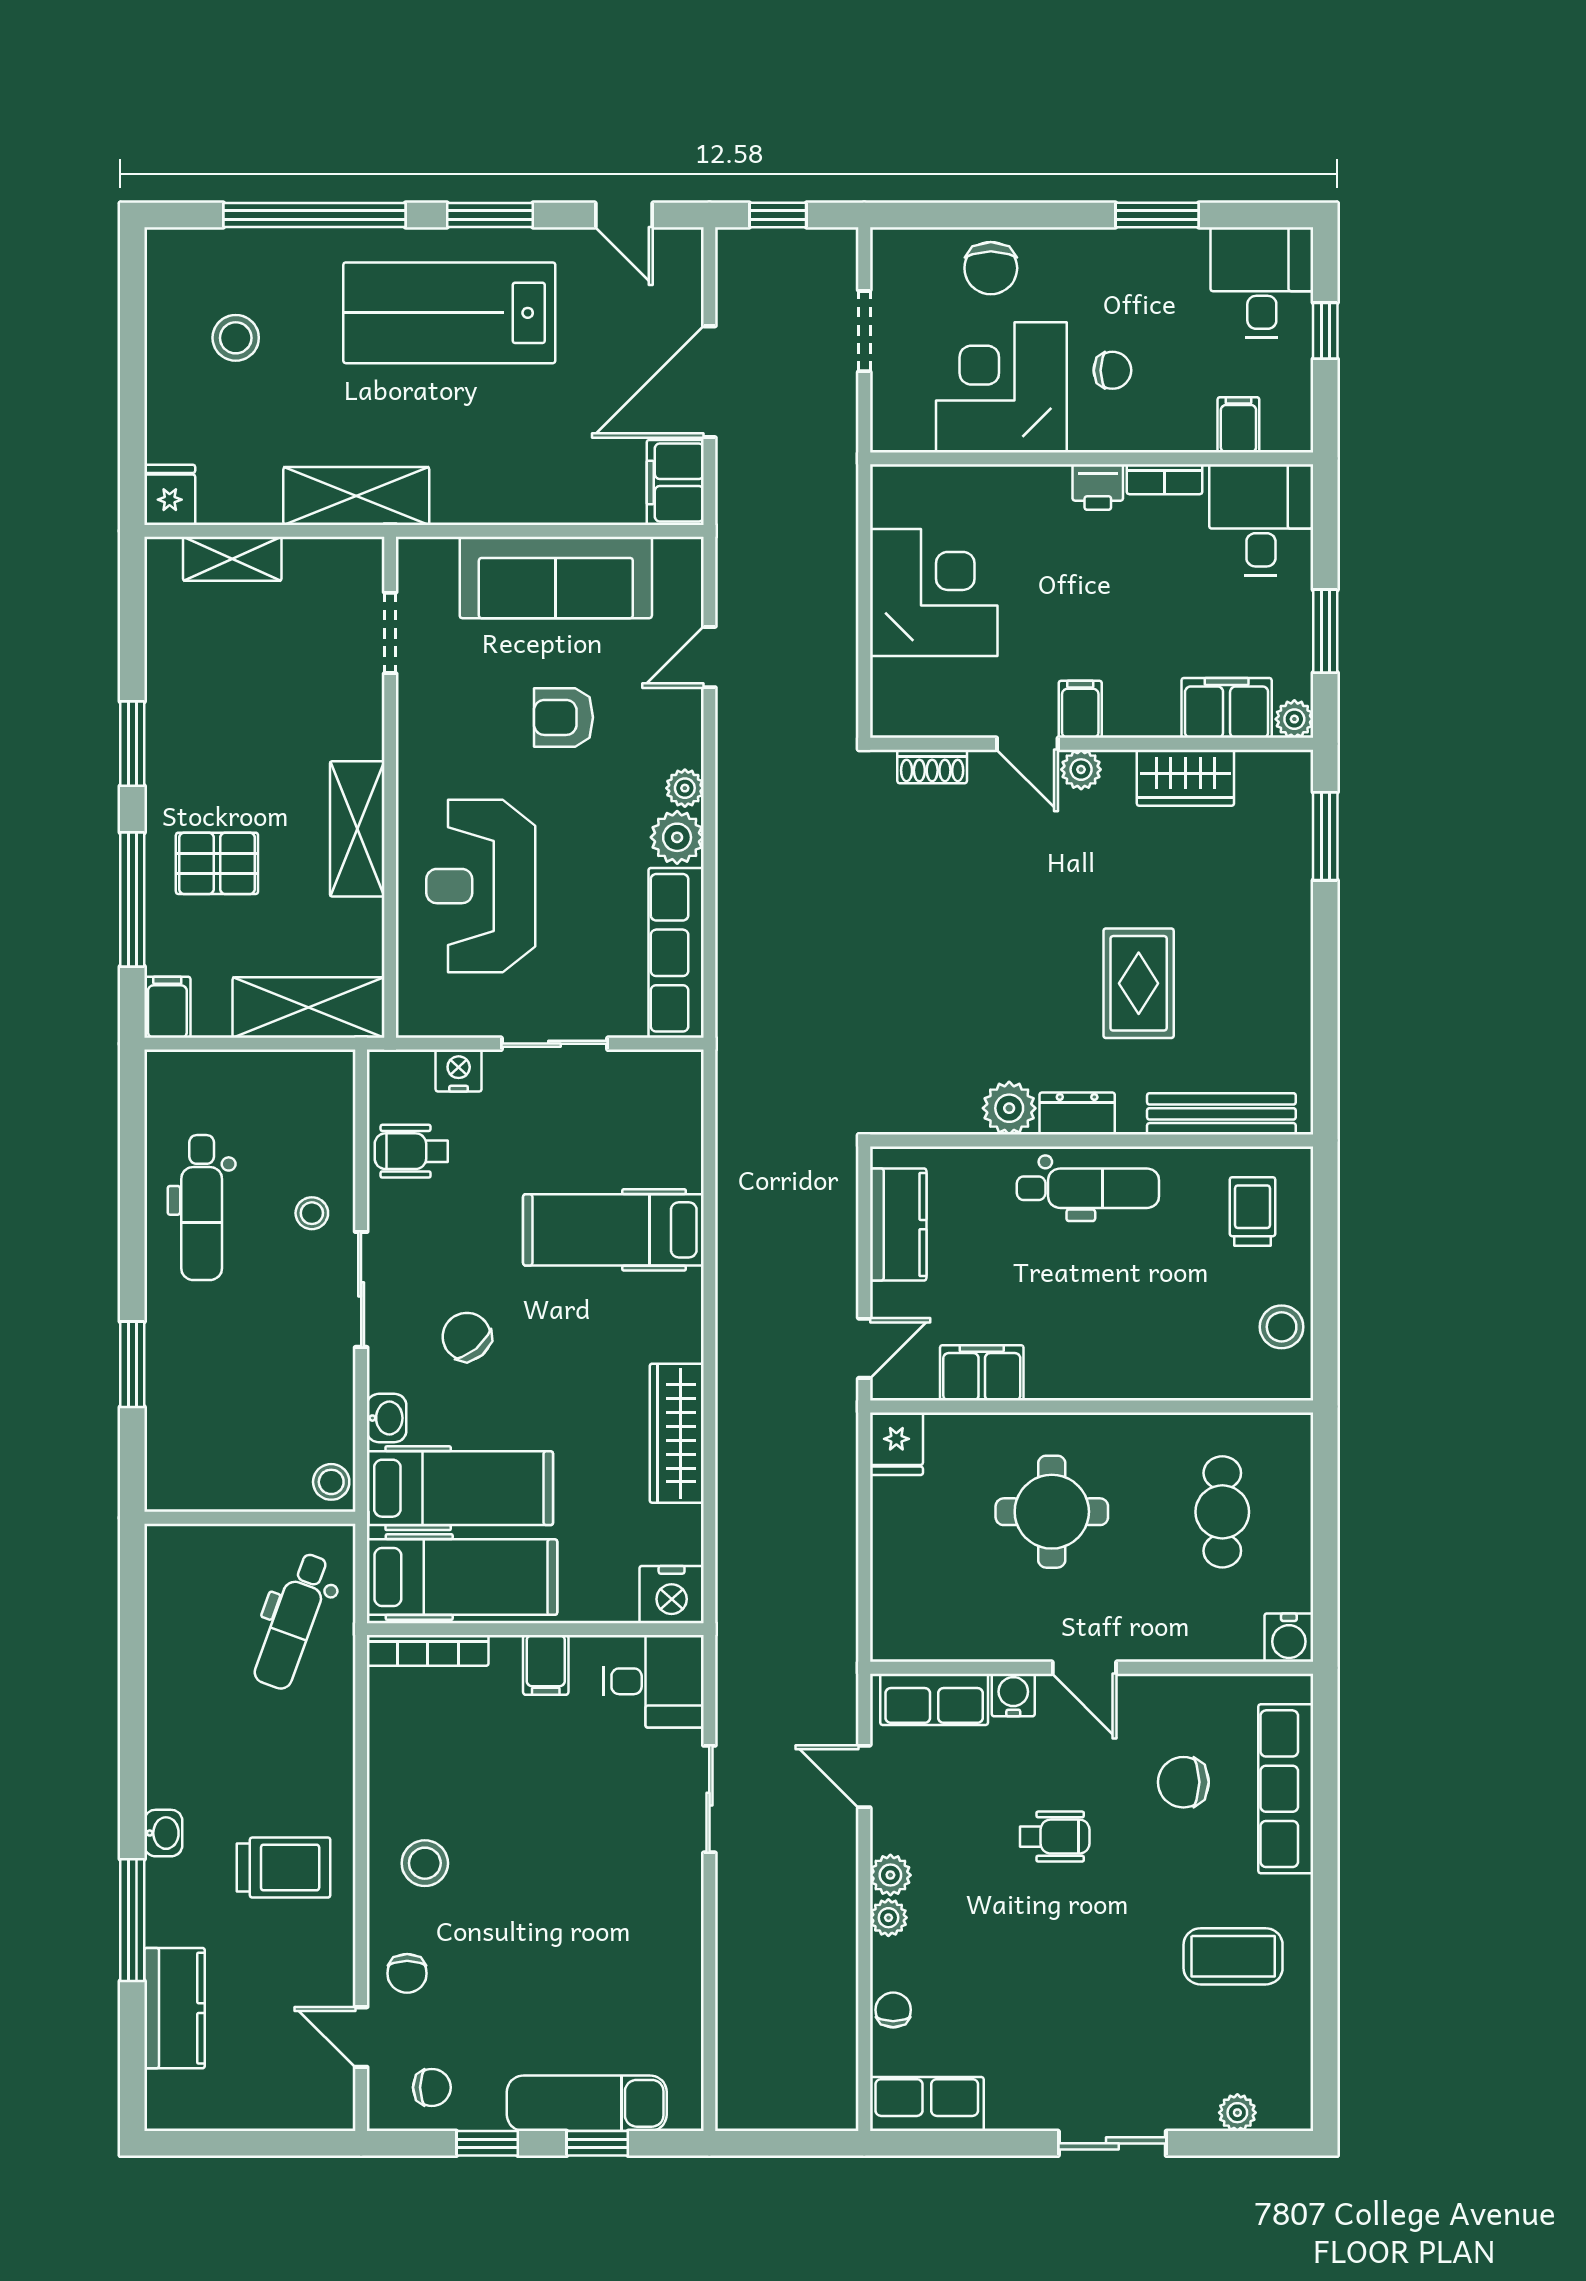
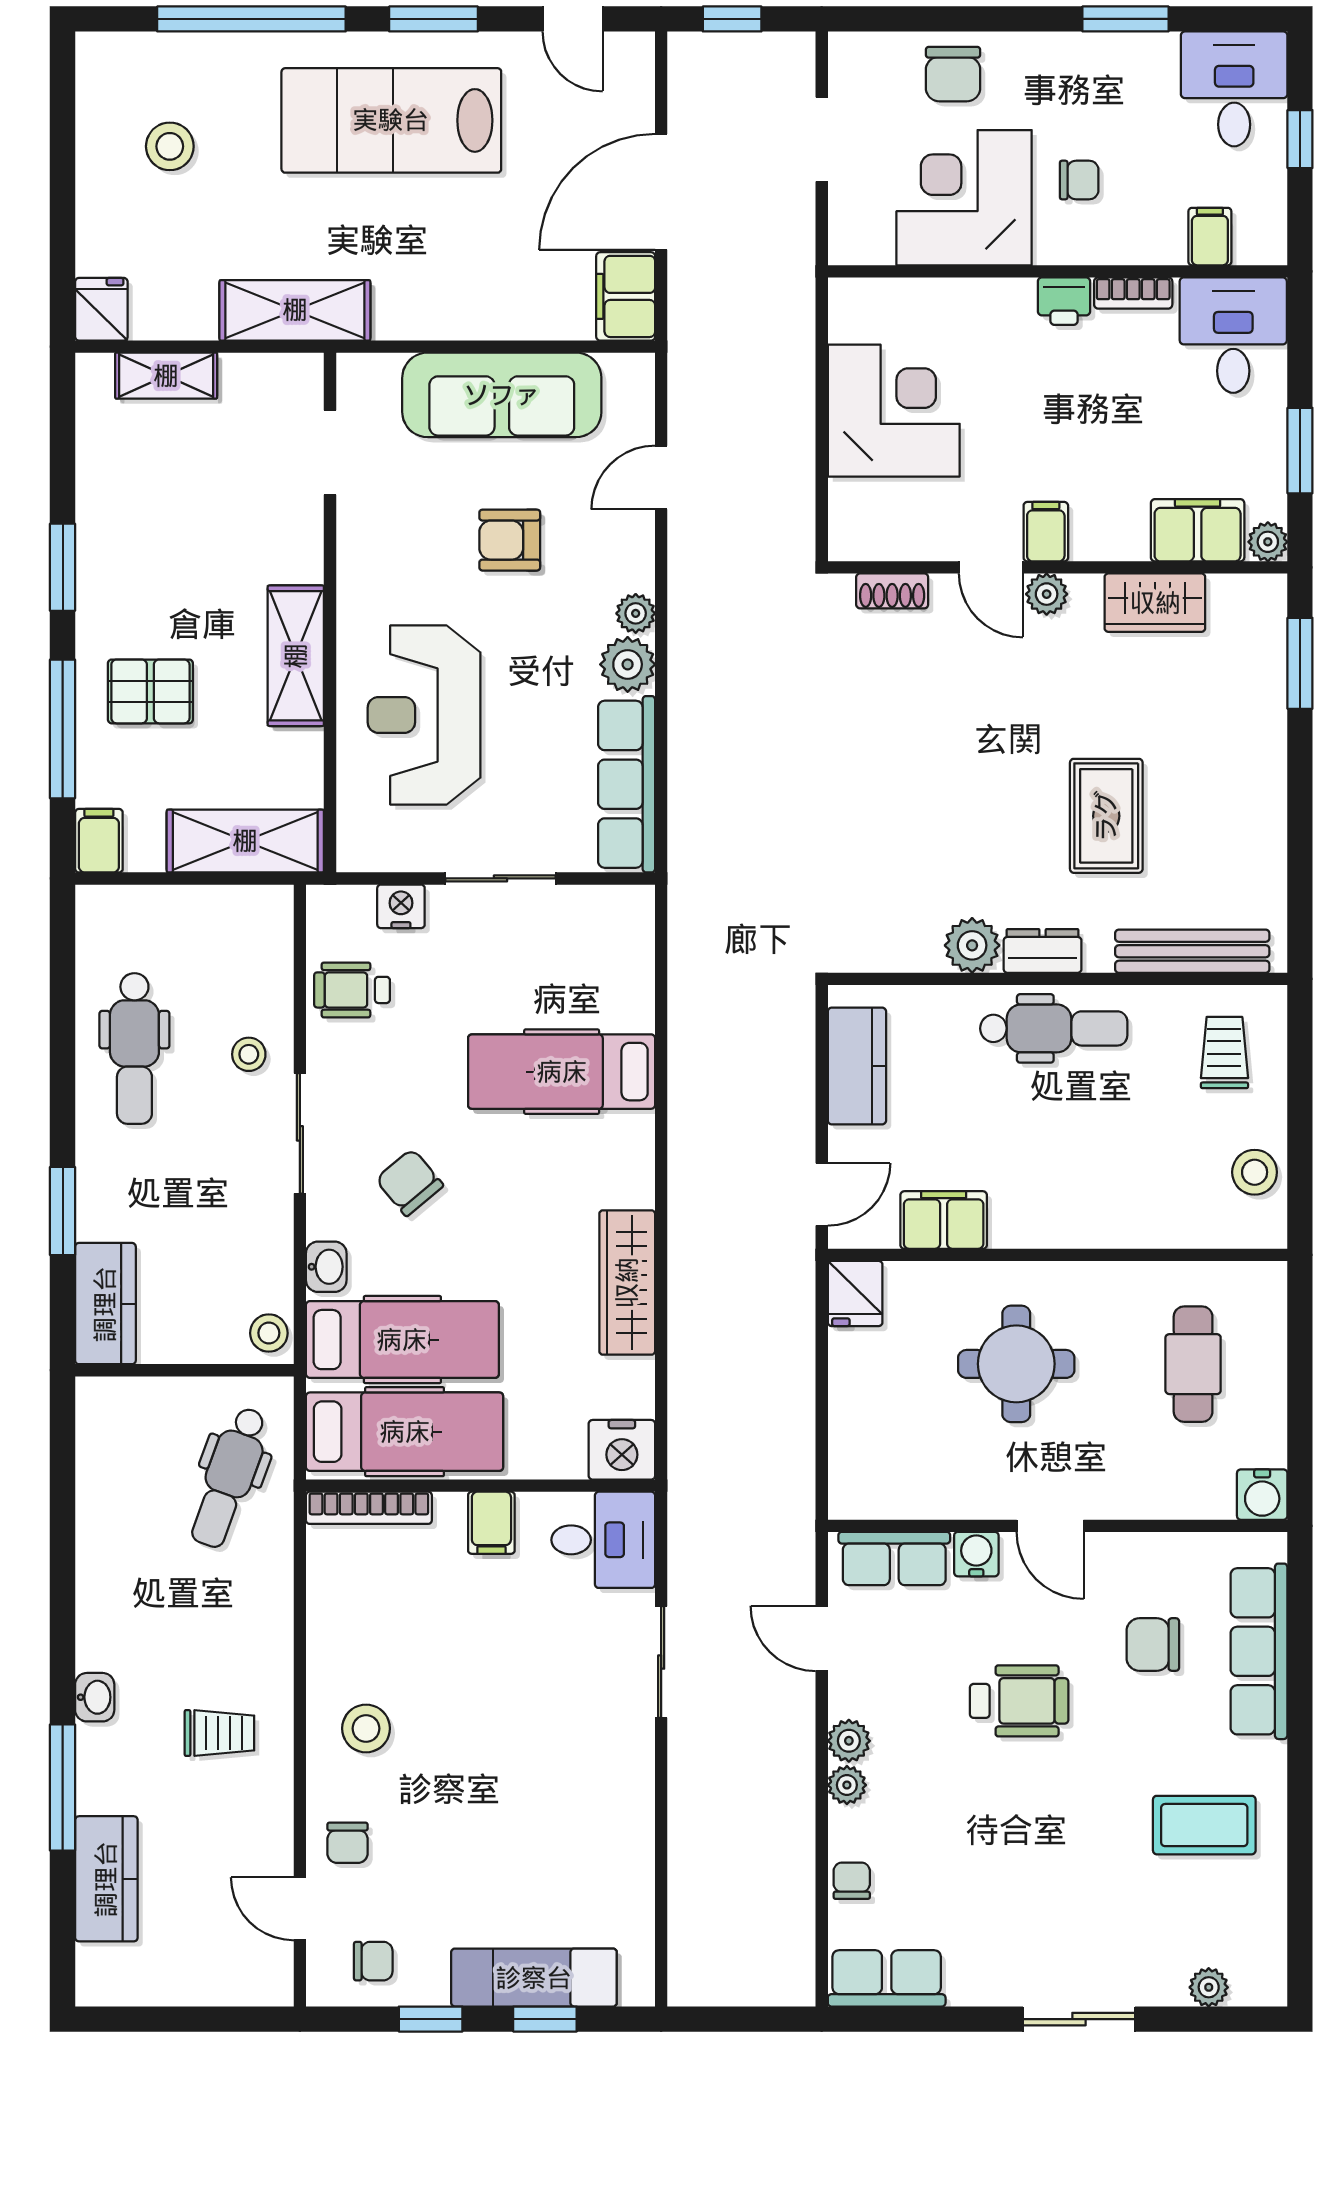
kitchen counter: (174, 1453) -> (105, 1304), added
wheelchair: (1055, 1837) -> (1019, 1701), width x1.36, depth x1.37
trolley: (284, 1868) -> (219, 1733), width x0.73, depth x0.72

